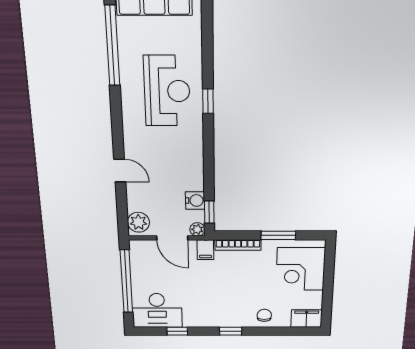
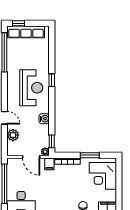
reception desk: (167, 91) -> (31, 88), moved
water cooler: (195, 201) -> (44, 119), moved
plant: (138, 222) -> (13, 135), moved

